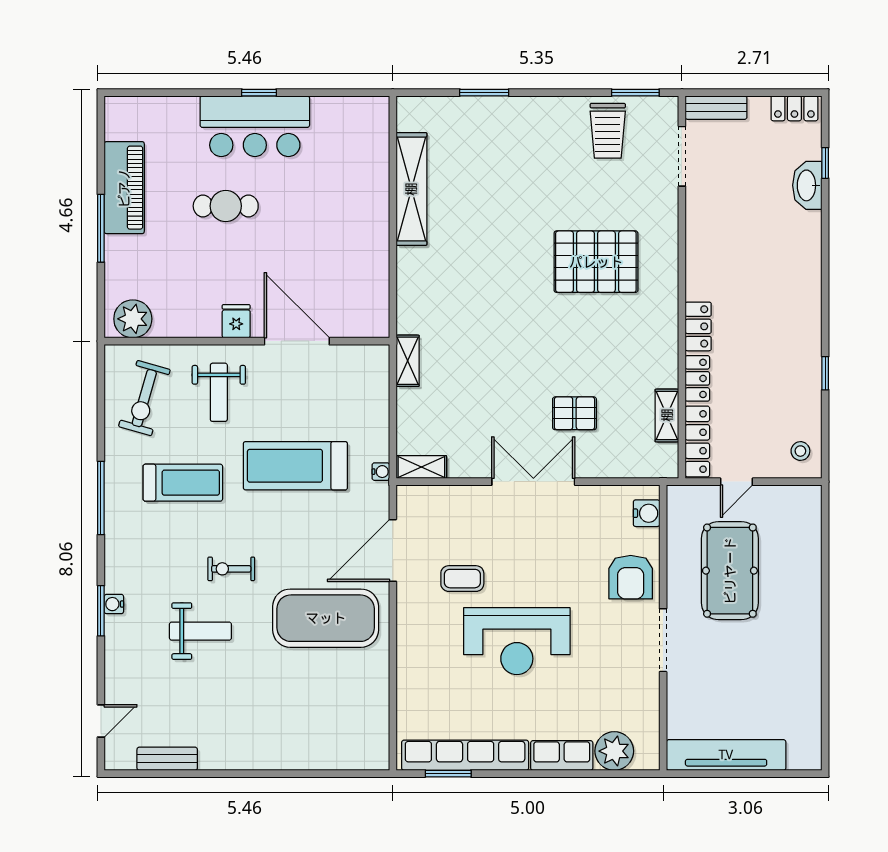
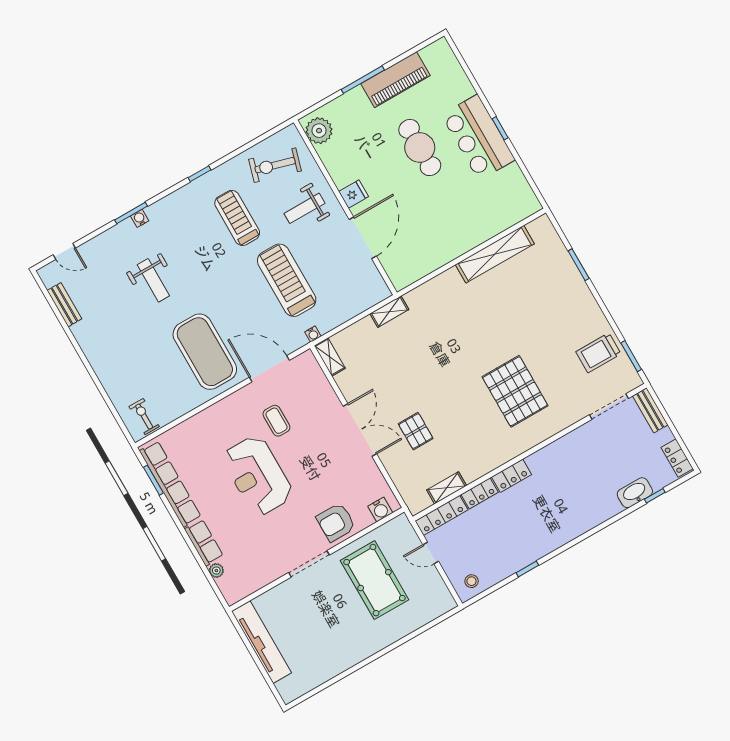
cafe table: (226, 206) -> (420, 148), width x1.37, depth x1.35
treadmill: (183, 483) -> (237, 218), turned 180
window: (101, 498) -> (199, 174), width x0.46
exercise bike: (231, 569) -> (144, 417), moved
pool table: (730, 571) -> (374, 580), turned 90
plant: (614, 751) -> (216, 571), width x0.53, depth x0.53

